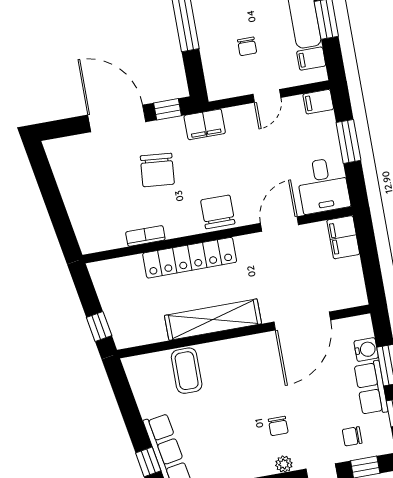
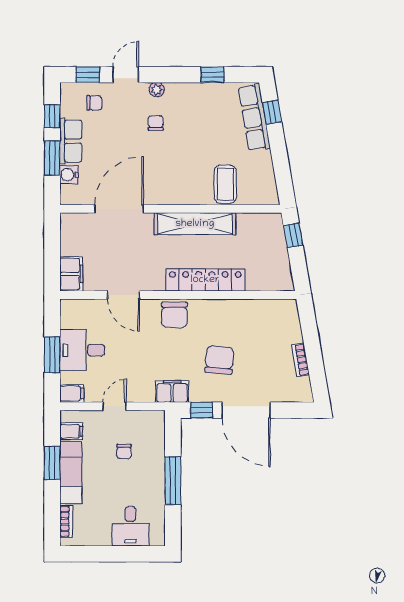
chair: (247, 46) -> (124, 452), turned 180
desk: (323, 185) -> (82, 350), moved, turned -90
door: (280, 224) -> (124, 295), hinge flipped
bookcase: (145, 236) -> (300, 360), moved, turned 80

